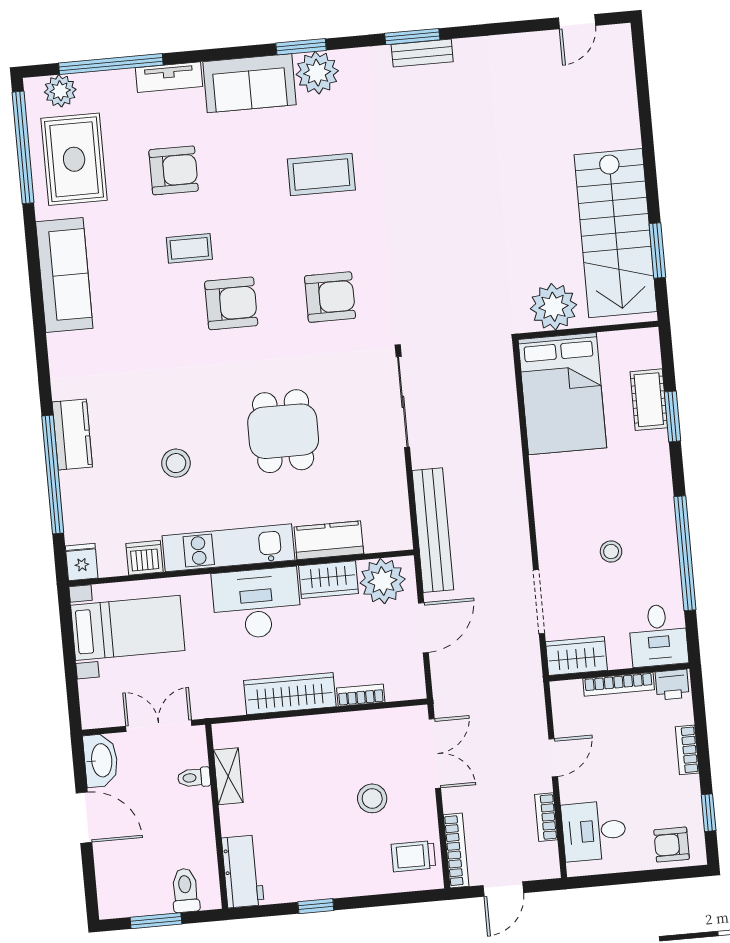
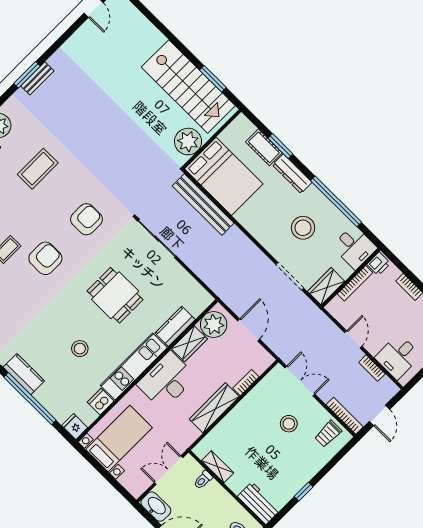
dresser: (657, 467) -> (292, 174), added
bench: (433, 530) -> (203, 205), moved
stool: (611, 552) -> (303, 228), width x1.89, depth x1.89

